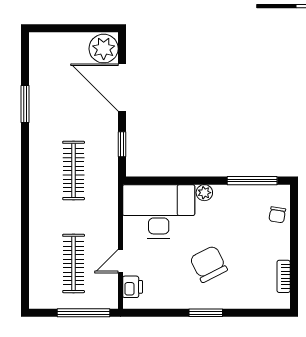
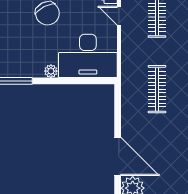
window: (122, 144) -> (118, 110), removed
door: (120, 261) -> (119, 16), swing flipped

